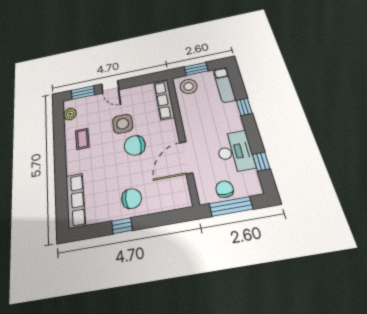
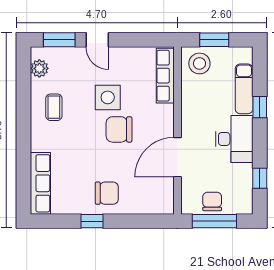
exam couch: (224, 85) -> (244, 89), moved
desk: (235, 152) -> (234, 139), moved

